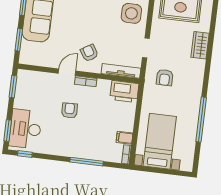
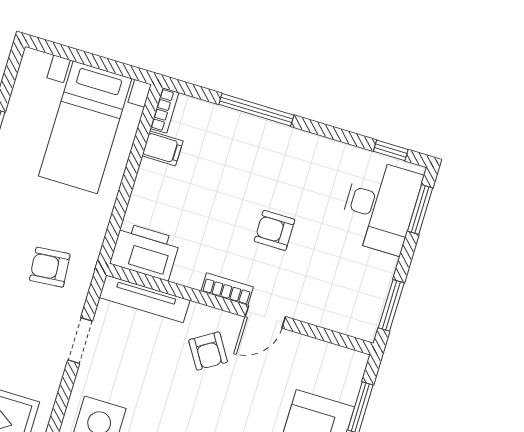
armchair: (165, 78) -> (50, 267), turned -95
armchair: (70, 110) -> (274, 230), turned 92

